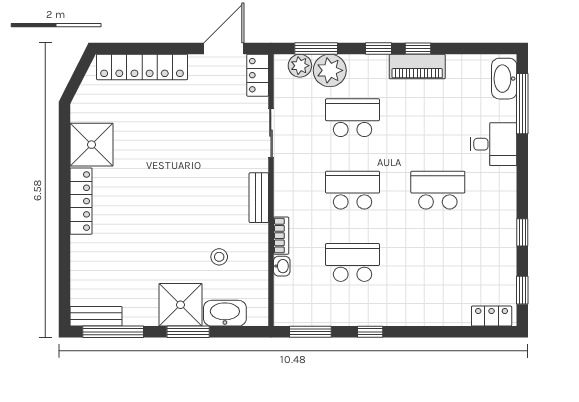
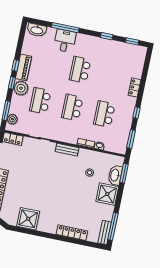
plant: (330, 70) -> (21, 88), moved
window: (522, 104) -> (65, 28), moved
locker: (81, 201) -> (72, 233), moved
locker: (492, 316) -> (135, 87), moved
window: (188, 332) -> (124, 173), moved

